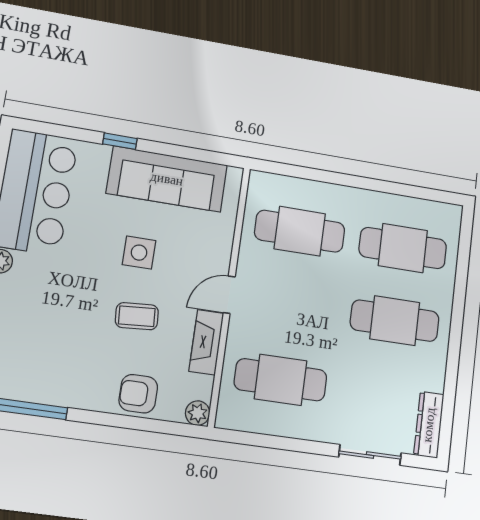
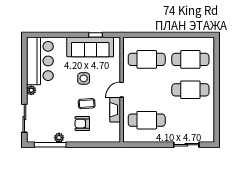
window: (120, 141) -> (95, 35), moved
armchair: (138, 394) -> (82, 124), moved
plant: (198, 413) -> (59, 138), moved
dresser: (429, 425) -> (209, 130), removed

